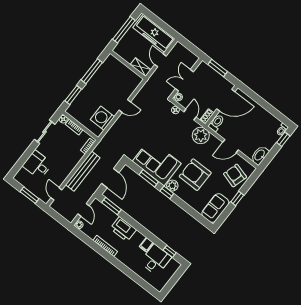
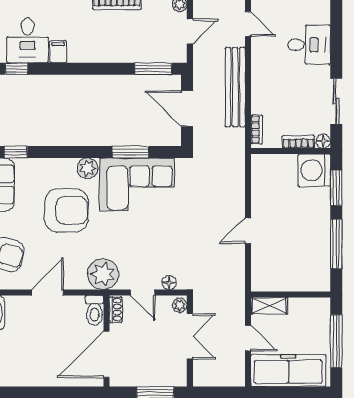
washing machine: (102, 118) -> (314, 170), moved, turned 180
window: (167, 192) -> (16, 152), moved
door: (84, 210) -> (190, 31), swing flipped
printer: (123, 229) -> (110, 48), removed

